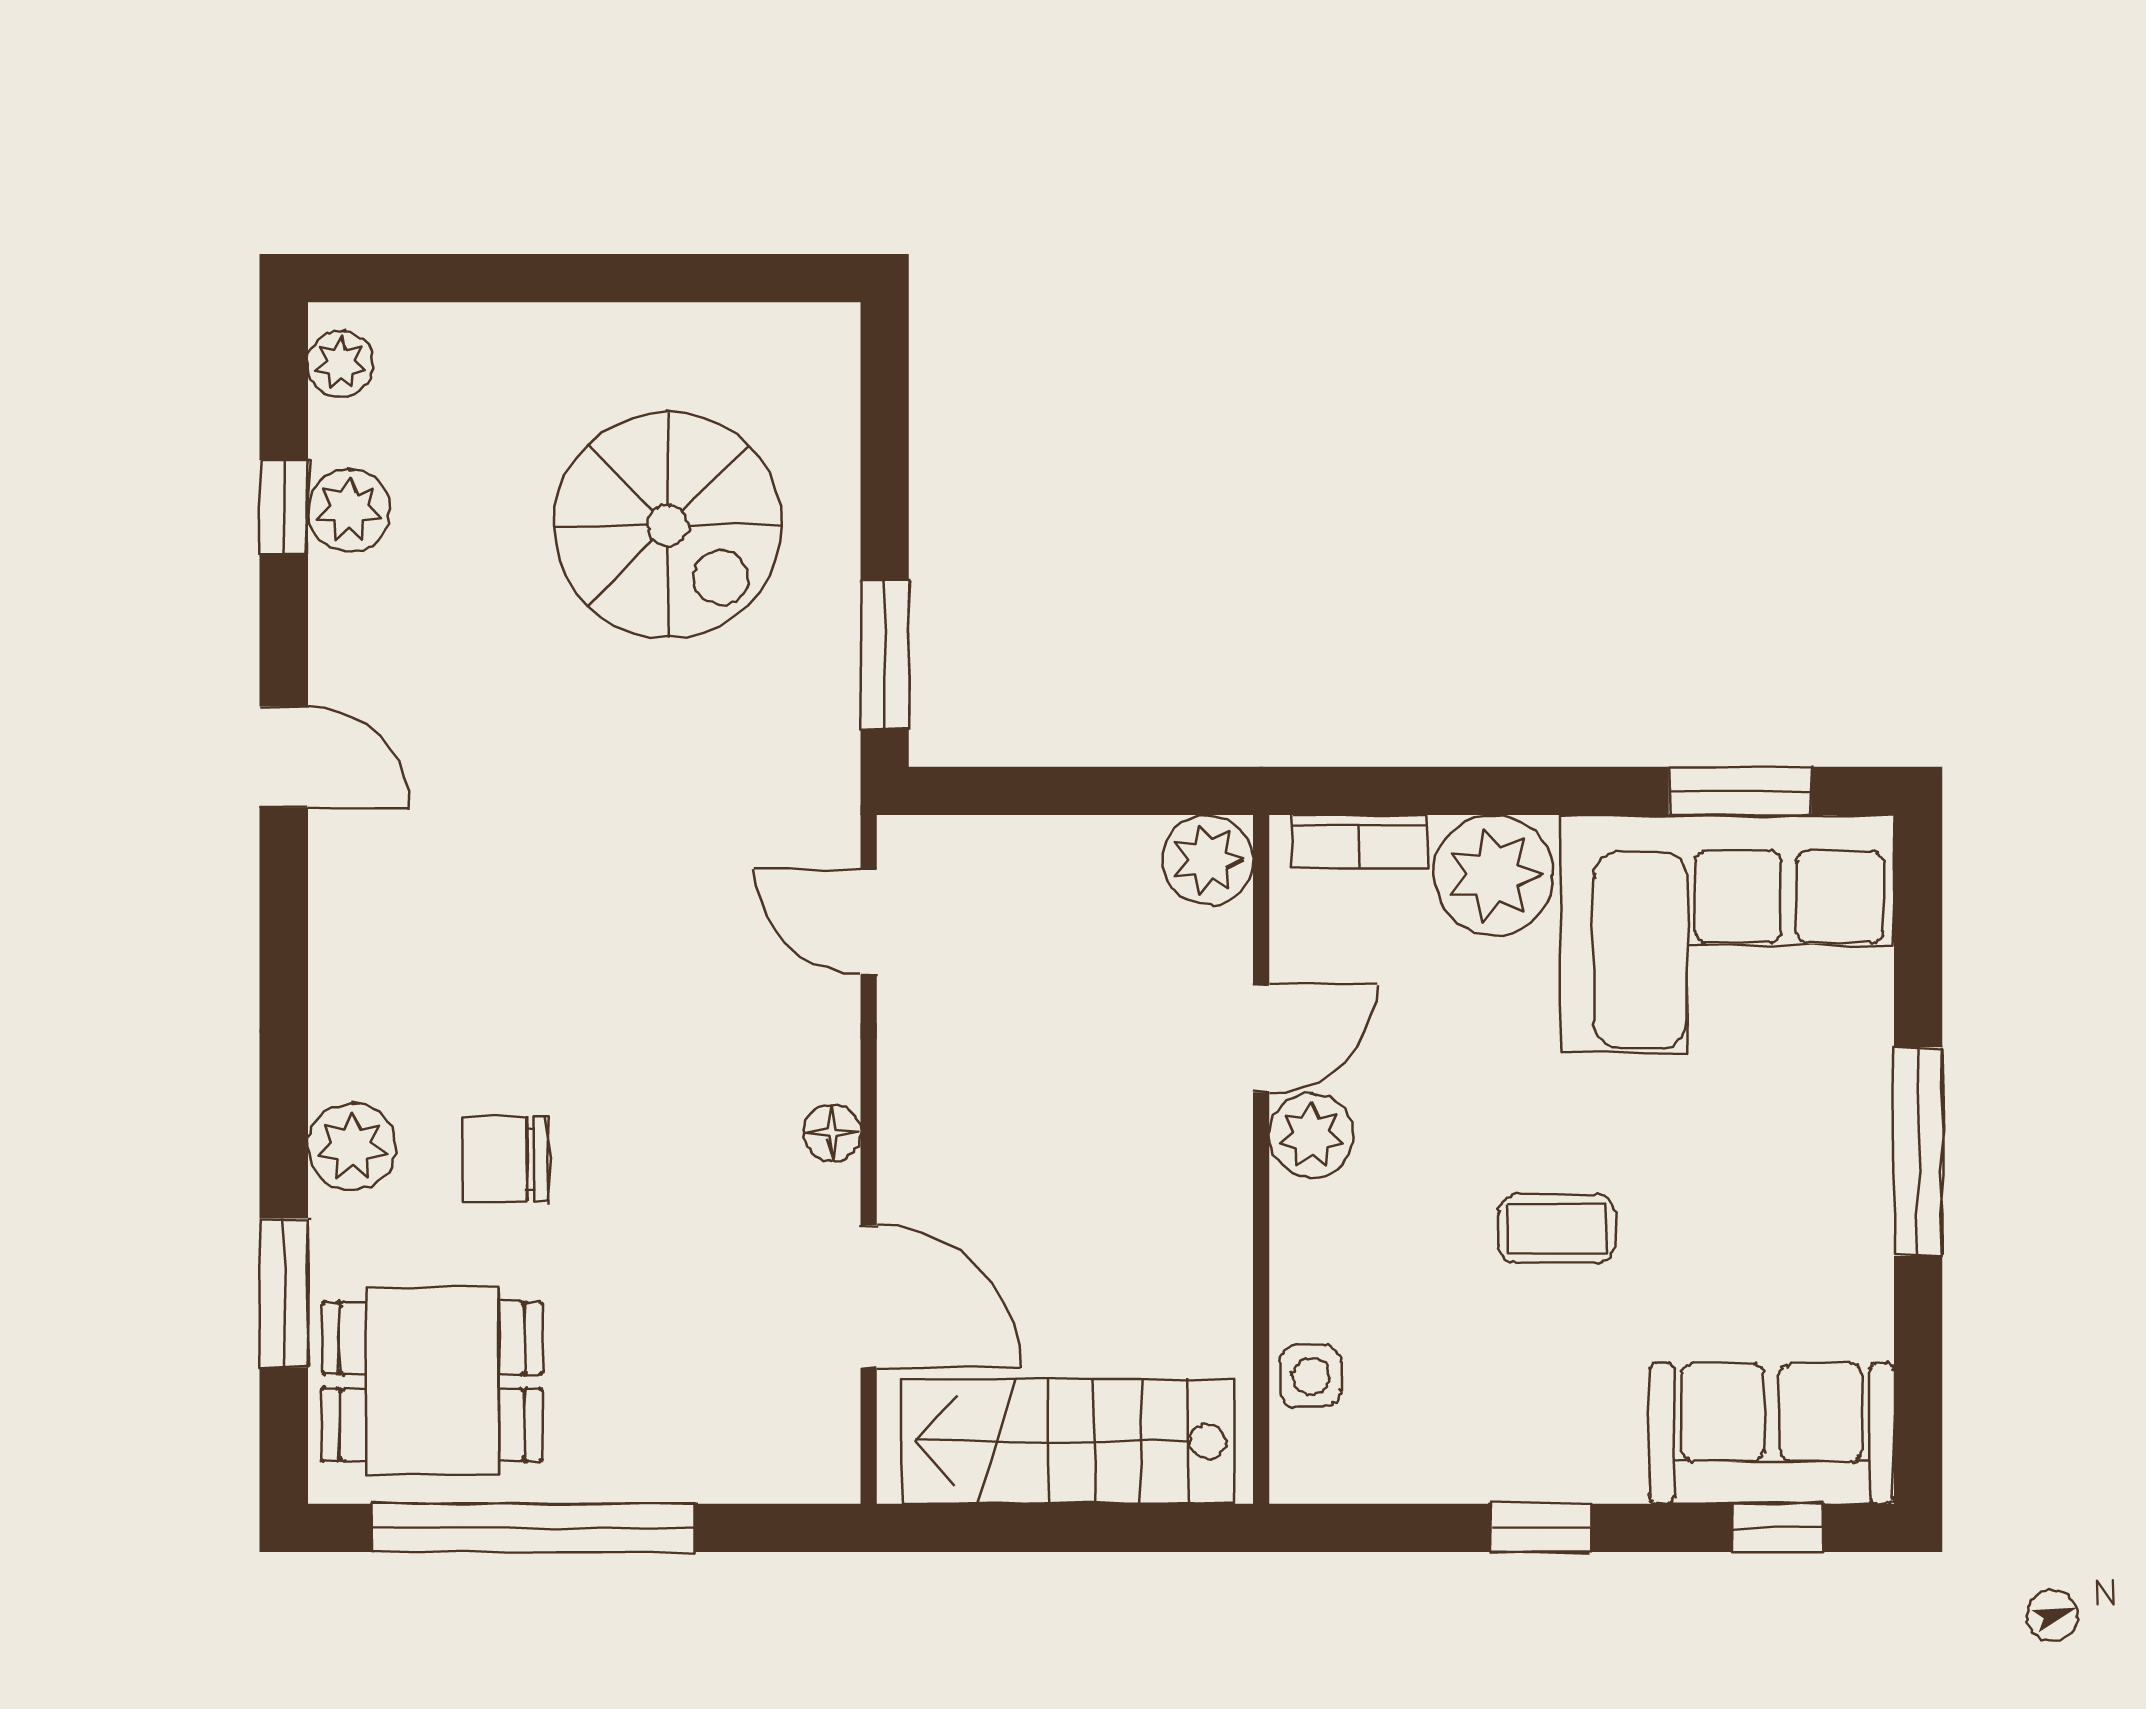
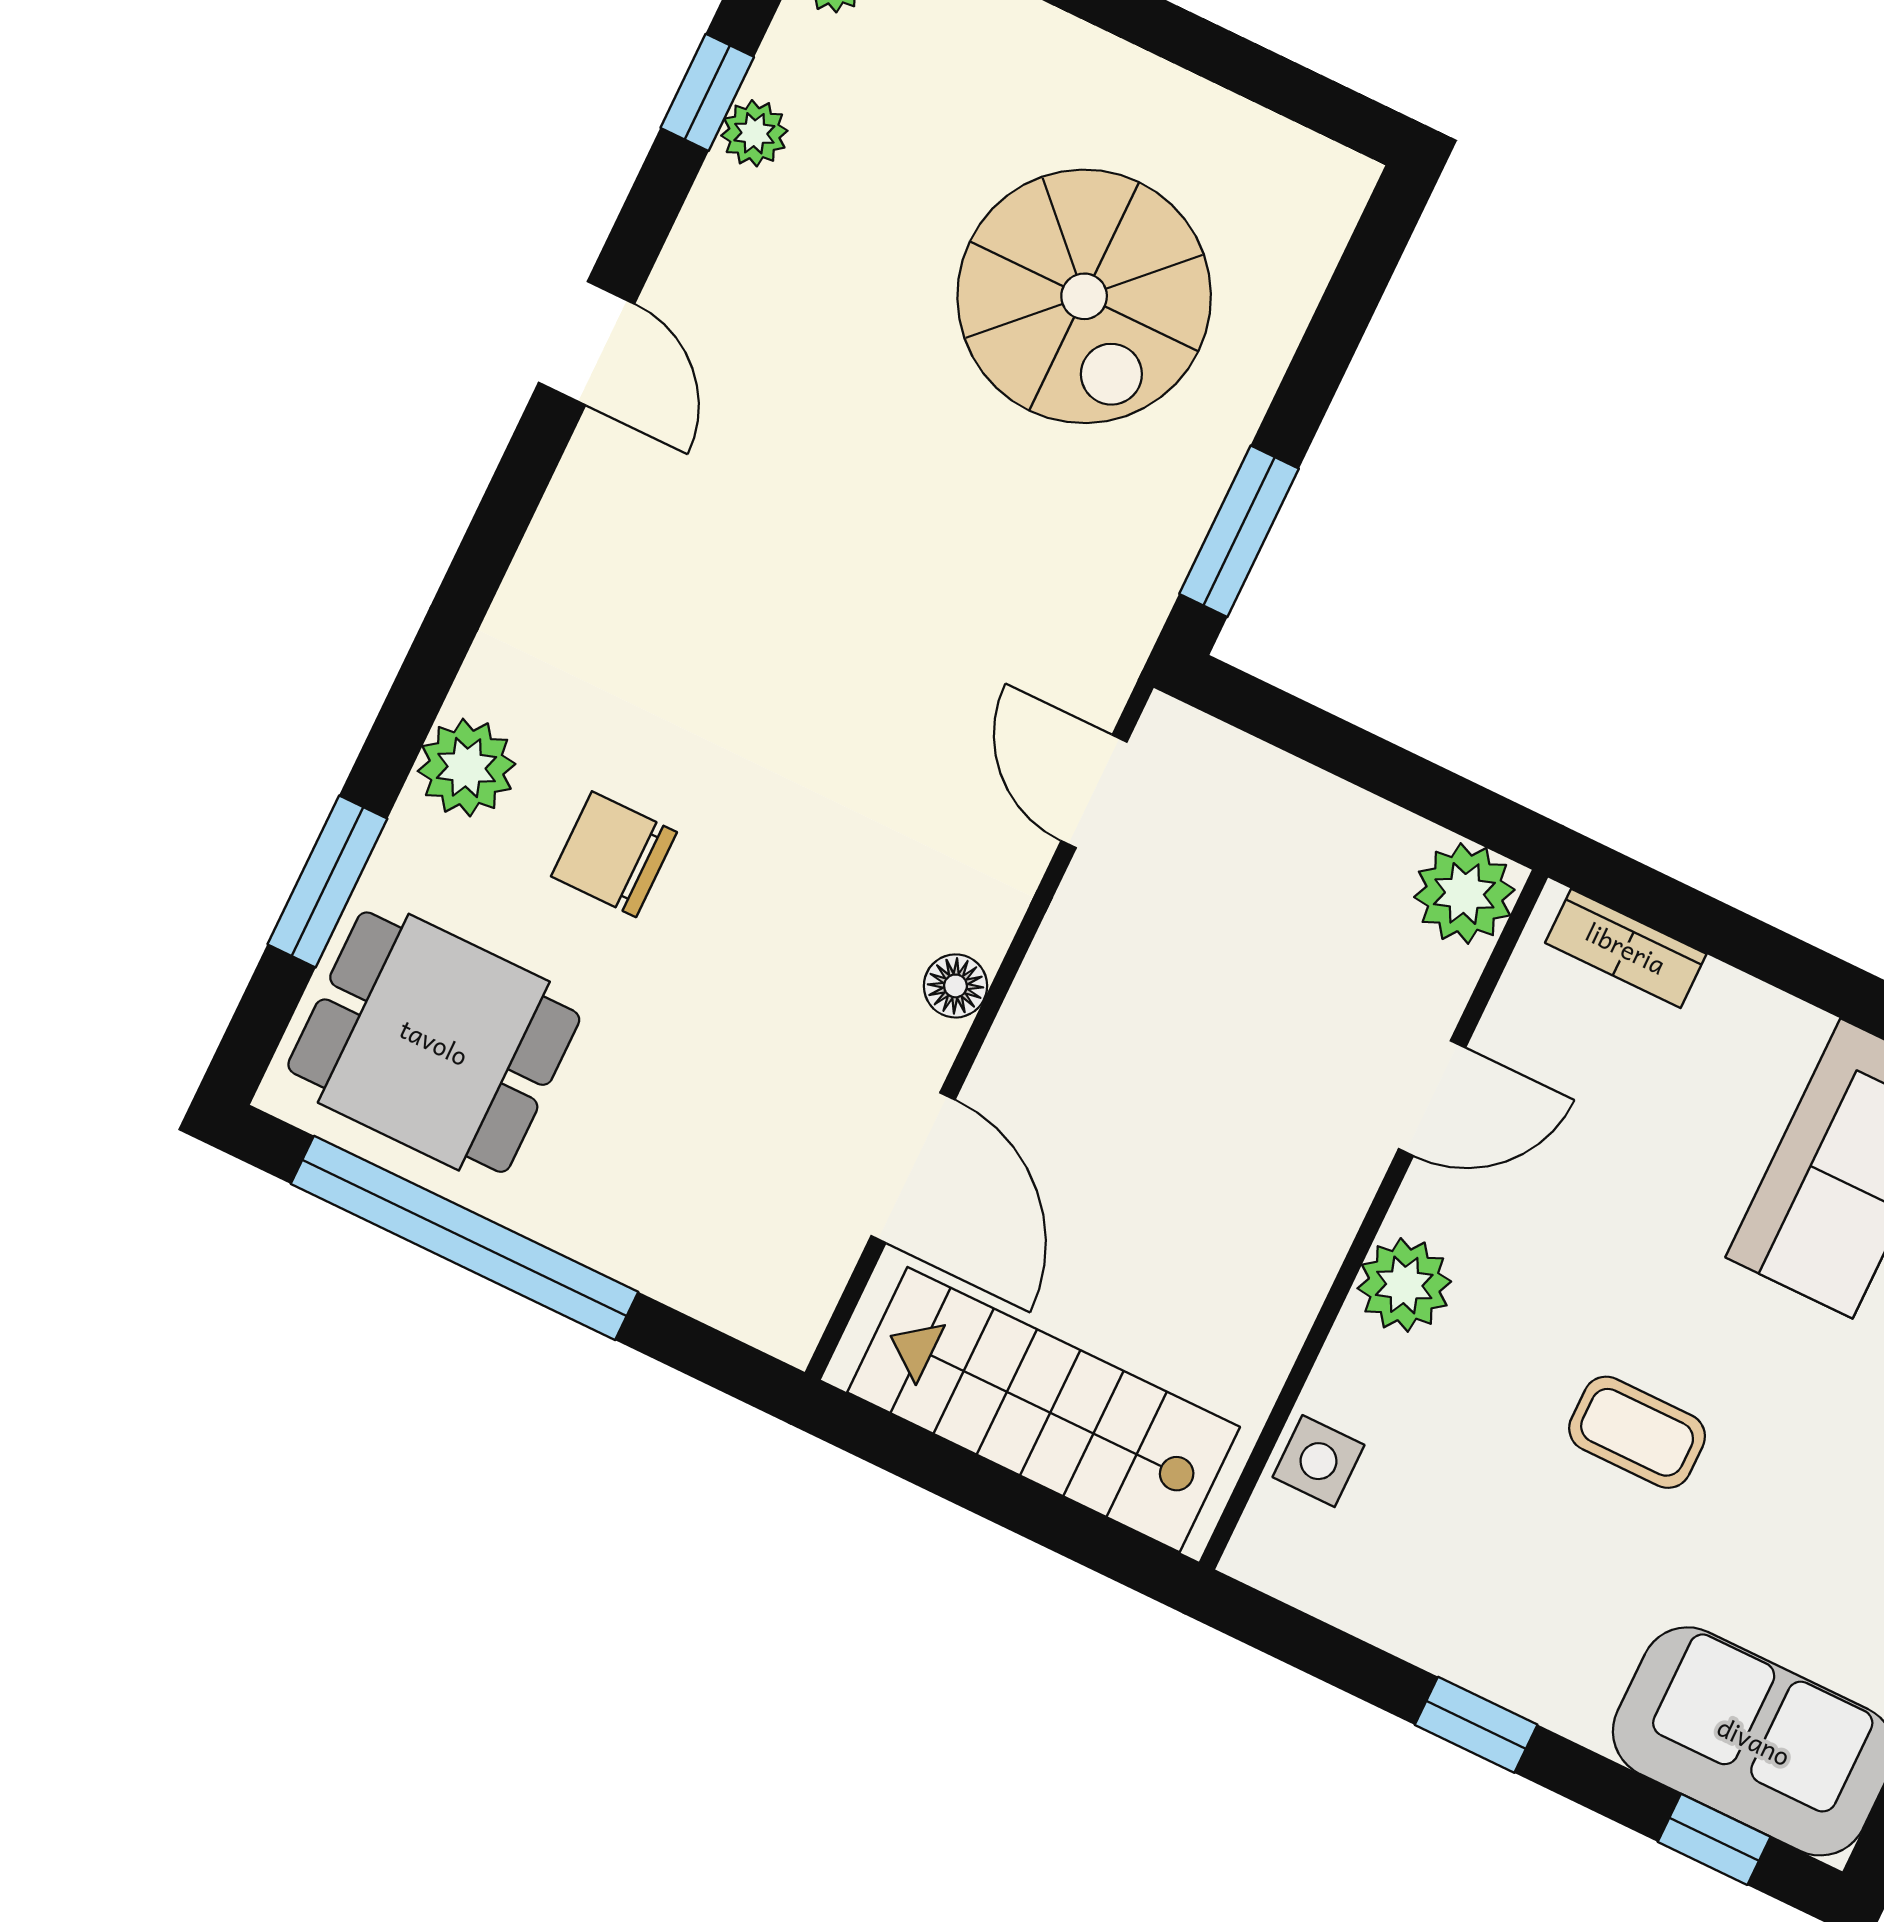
plant: (349, 511) -> (754, 133), width x0.73, depth x0.73
plant: (1494, 875) -> (1744, 1046), removed
plant: (1311, 1136) -> (1404, 1285), moved

